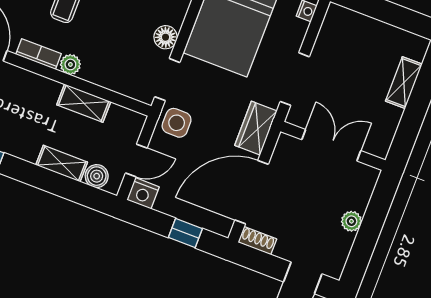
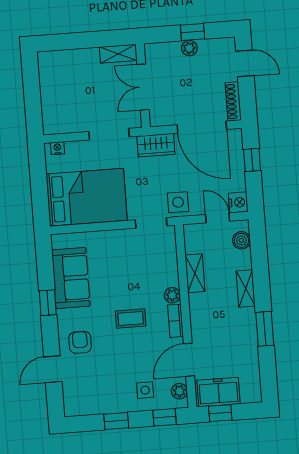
floor lamp: (166, 37) -> (122, 238), removed
shelving: (404, 83) -> (118, 54), moved
shelving: (62, 164) -> (246, 289), moved
window: (368, 234) -> (193, 32), added
shoe rack: (257, 241) -> (233, 101), width x1.43

